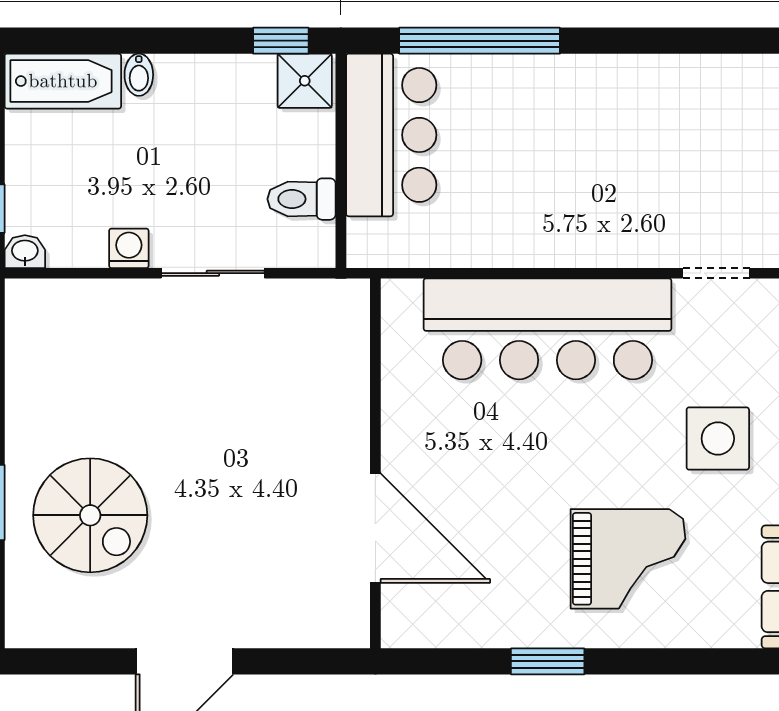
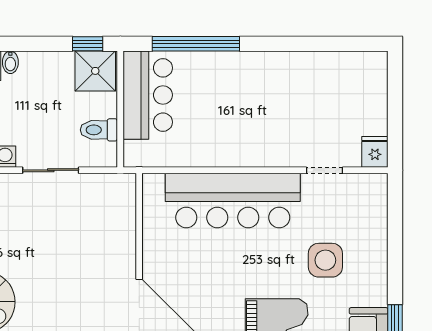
shower: (305, 81) -> (95, 71), width x1.36, depth x1.36

